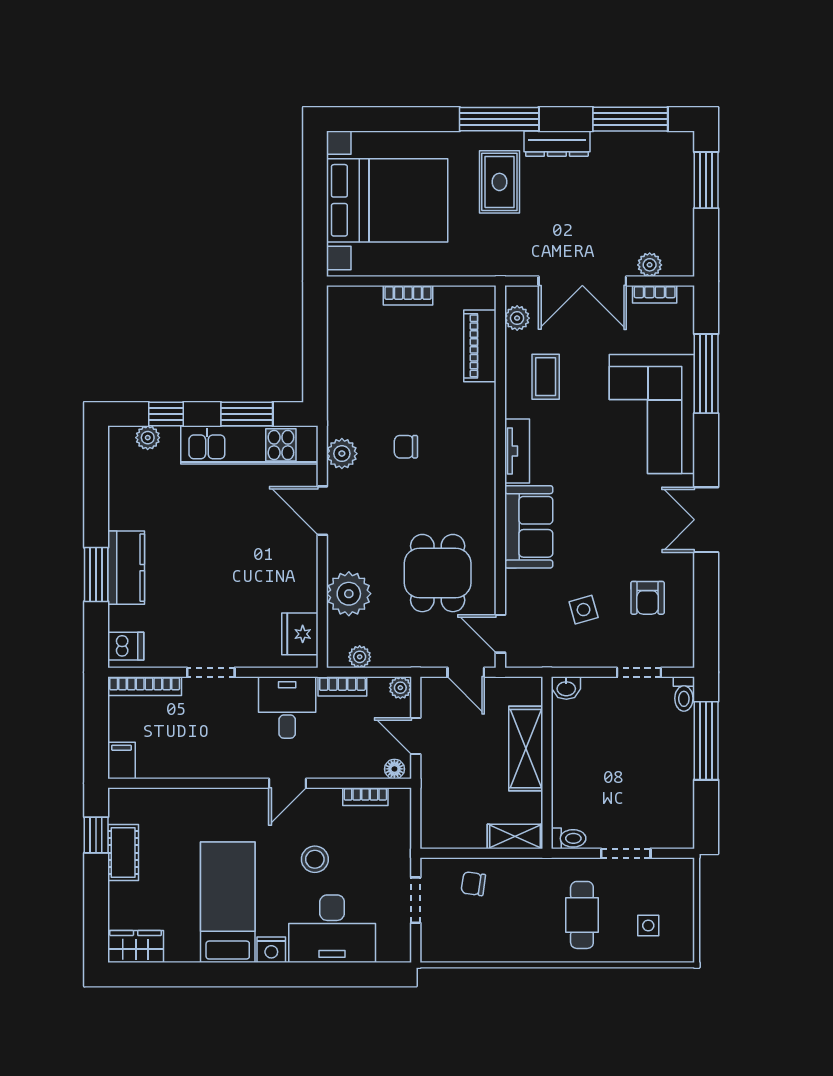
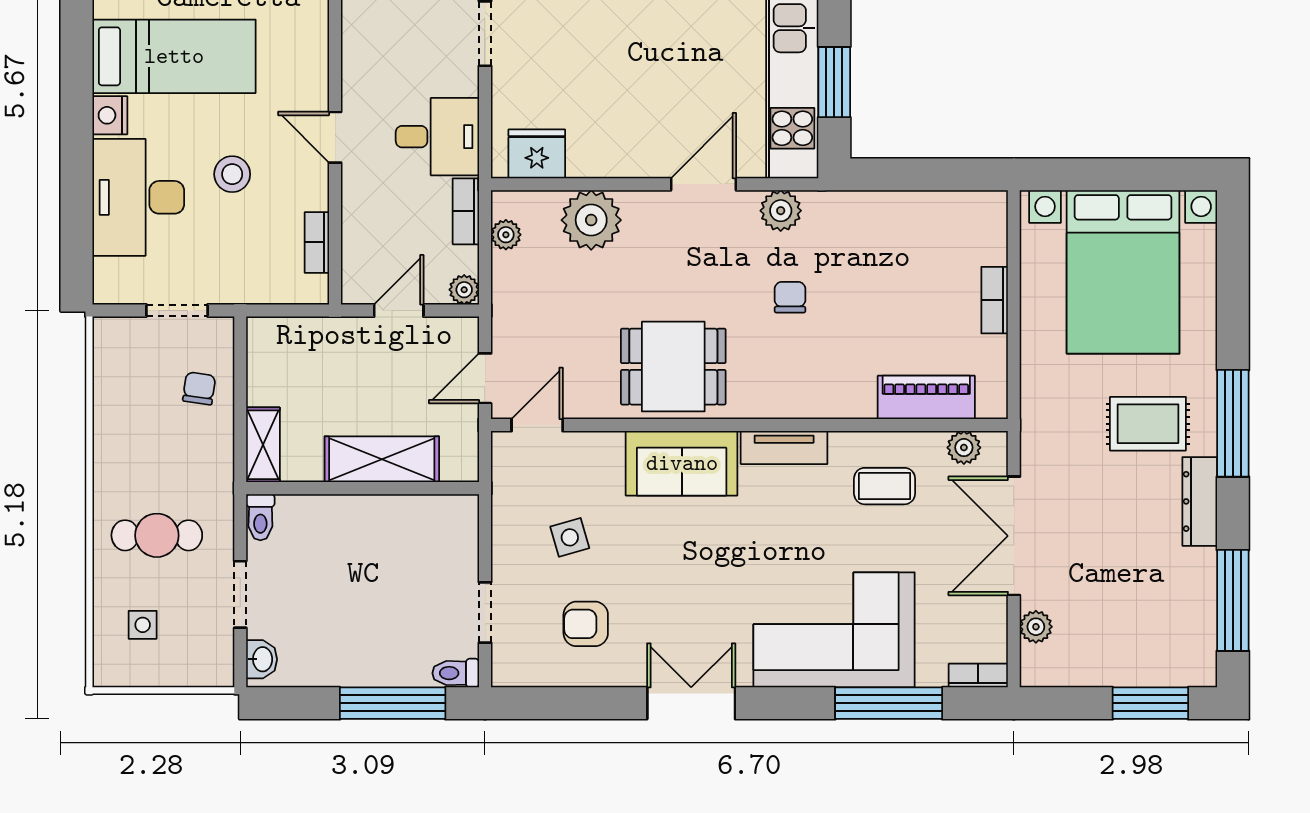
bookcase: (655, 294) -> (978, 676), moved, turned 90
dining table: (438, 573) -> (673, 367), moved
washbasin: (566, 688) -> (262, 659), moved, turned 180
floor lamp: (394, 769) -> (354, 282), removed

